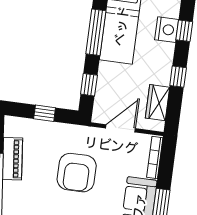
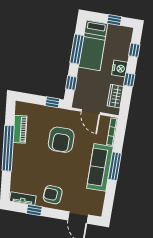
nightstand: (167, 30) -> (120, 69), moved
window: (45, 113) -> (52, 102), moved
door: (120, 128) -> (91, 112), swing flipped

